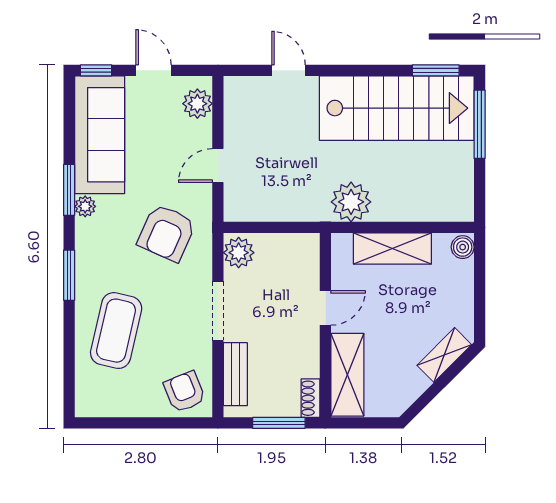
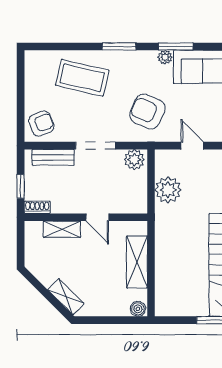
plant: (351, 202) -> (168, 190), moved
shelving: (347, 375) -> (62, 229), width x0.67, depth x0.75
window: (279, 423) -> (21, 186), width x0.67

